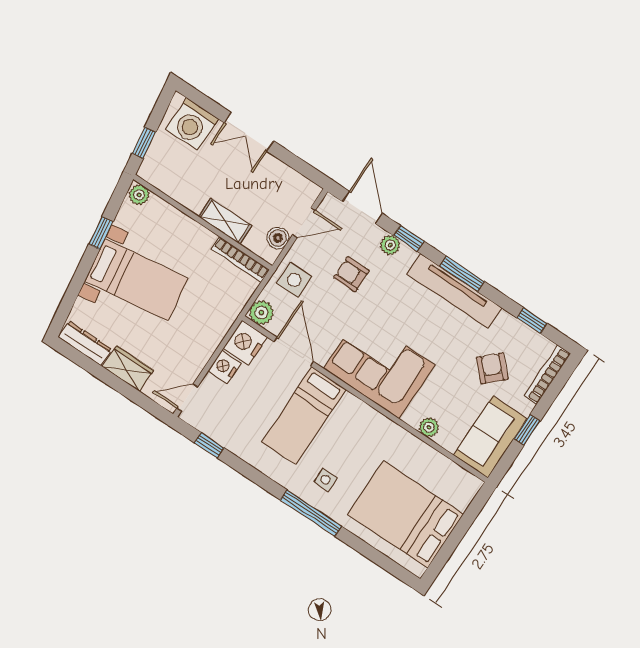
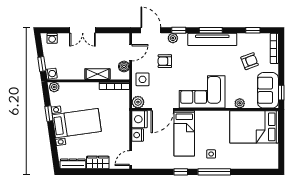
washing machine: (192, 124) -> (52, 38), width x0.53, depth x0.53
washing machine: (149, 169) -> (51, 74), added
door: (294, 352) -> (162, 109), swing flipped
armchair: (492, 368) -> (250, 61), turned 113
window: (527, 430) -> (281, 93), moved
window: (209, 445) -> (181, 172), moved
bed: (406, 514) -> (254, 127), moved

